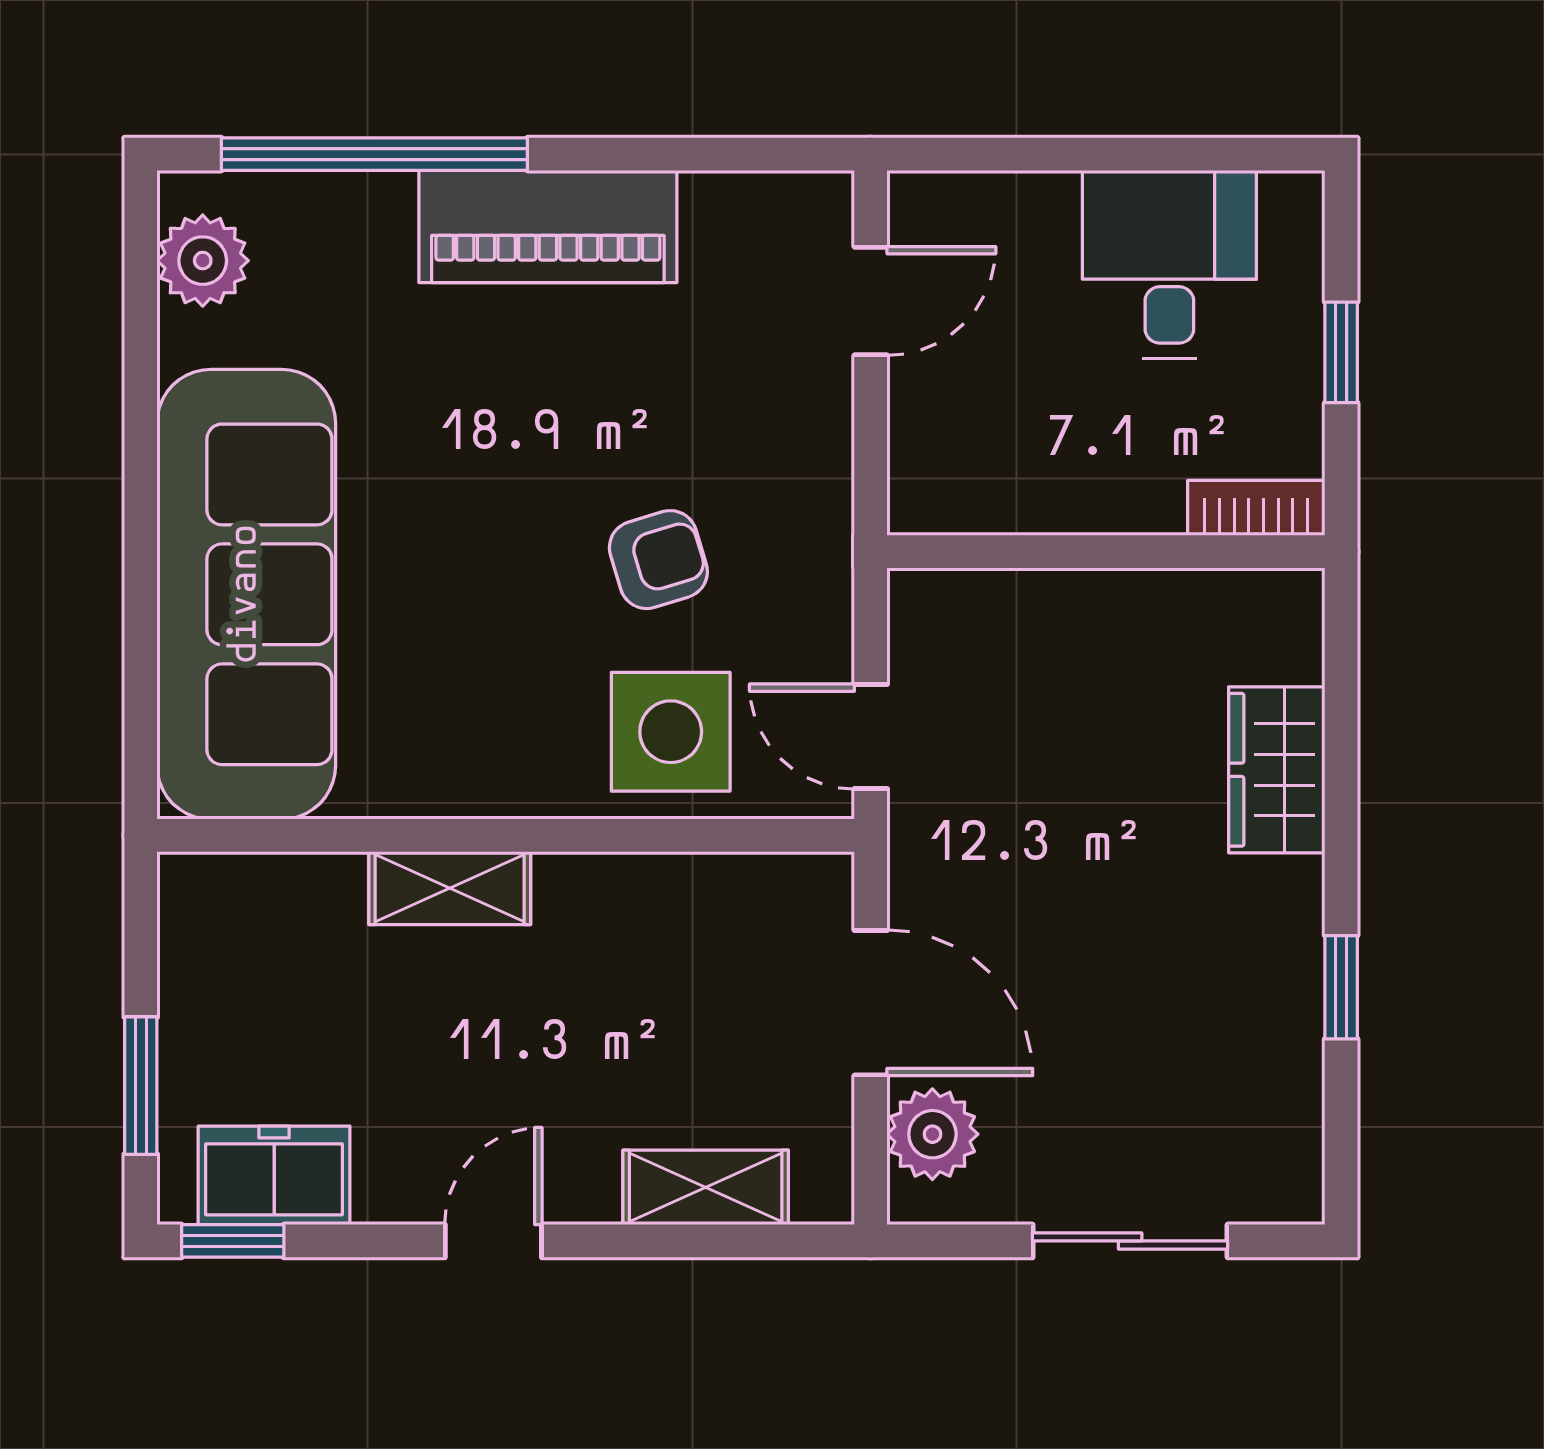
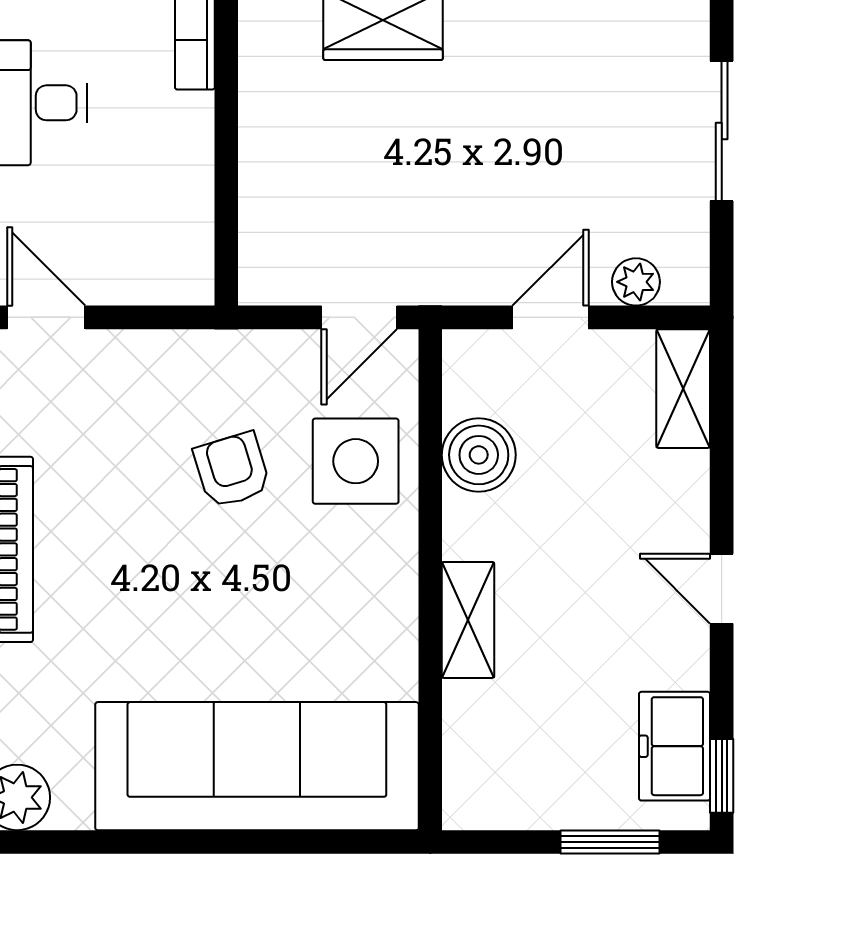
boiler: (679, 903) -> (479, 455), added
door: (871, 1003) -> (550, 317), width x0.73
plant: (932, 1134) -> (636, 282), width x0.73, depth x0.73
shelving: (706, 1187) -> (683, 389), moved

